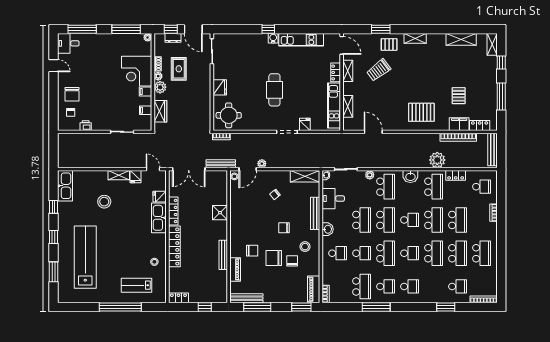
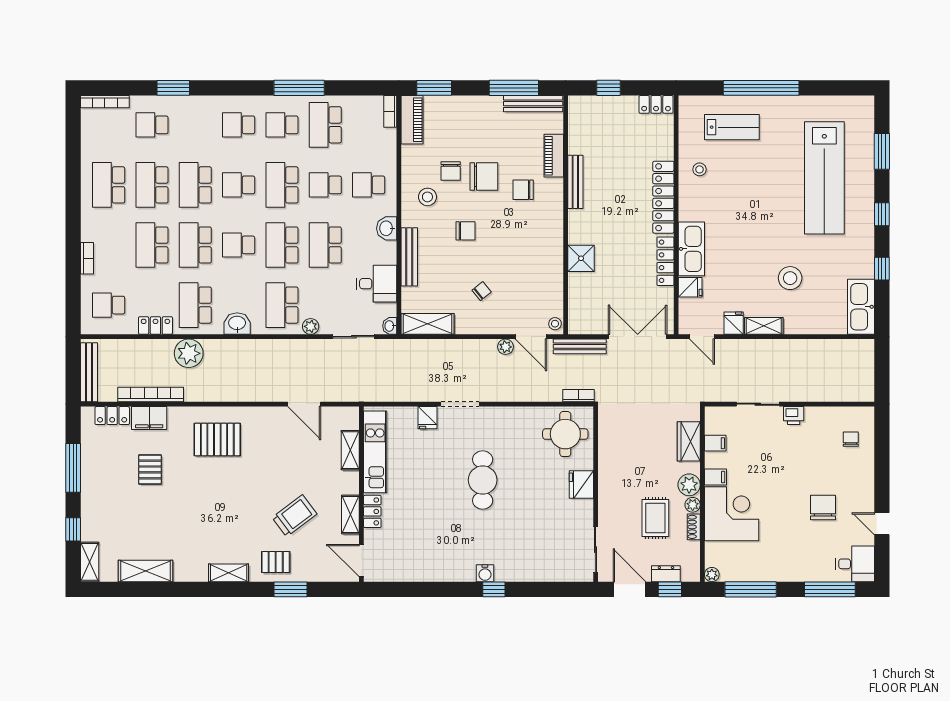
kitchen unit: (301, 40) -> (435, 570), removed
chair: (72, 94) -> (823, 507), moved
printer: (86, 126) -> (794, 416), moved
door: (248, 169) -> (531, 337), swing flipped

